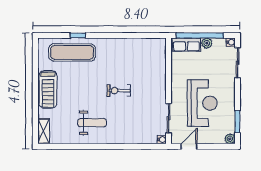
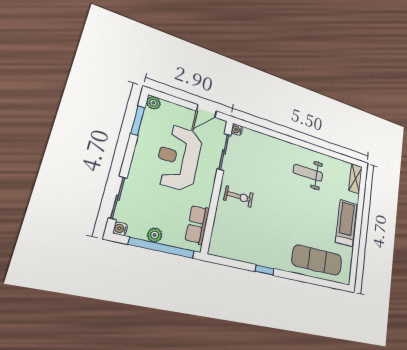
window: (78, 35) -> (265, 270), moved
row of seats: (186, 45) -> (197, 225), moved, turned -90
exercise bike: (119, 91) -> (239, 196), moved

